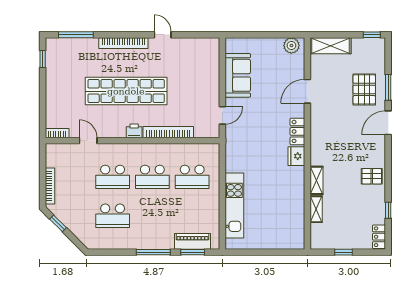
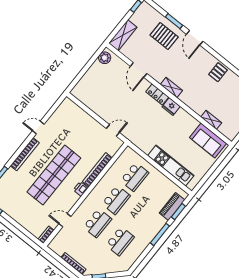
sofa: (238, 75) -> (208, 140), moved, turned 180
door: (222, 115) -> (113, 130), hinge flipped
shelving: (316, 180) -> (171, 87), moved

